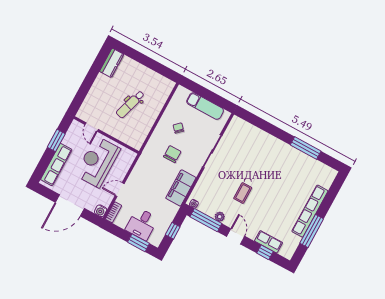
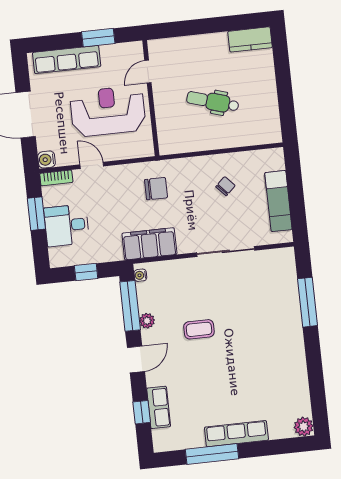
window: (306, 148) -> (308, 302), moved
chair: (172, 154) -> (156, 189), moved
plant: (330, 174) -> (304, 427), added
row of seats: (310, 211) -> (236, 434), width x0.73
window: (138, 243) -> (36, 214), moved

